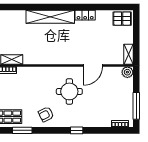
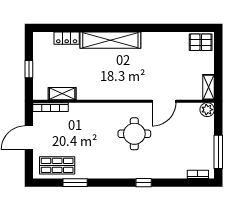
locker: (85, 15) -> (67, 38), moved
armchair: (46, 114) -> (105, 163), removed

